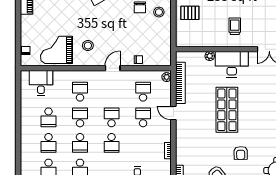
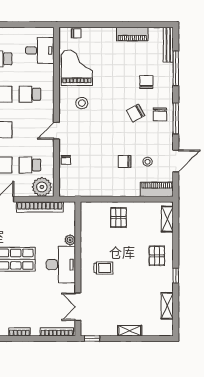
stool: (159, 12) -> (119, 183), removed
door: (113, 68) -> (56, 131), swing flipped
plant: (167, 77) -> (42, 187), width x1.88, depth x1.88
school desk: (80, 92) -> (30, 94), turned 180
school desk: (143, 92) -> (30, 165), turned 180

